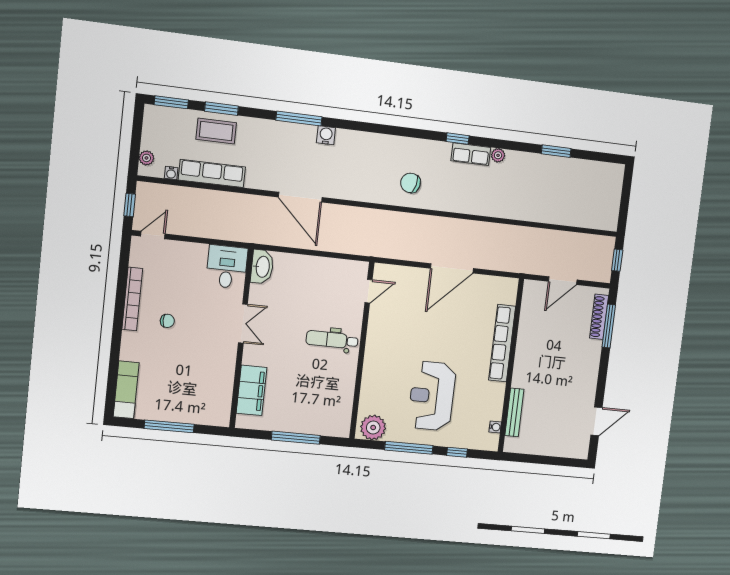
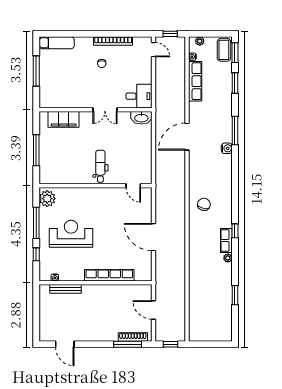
coffee table: (216, 131) -> (224, 50), moved

